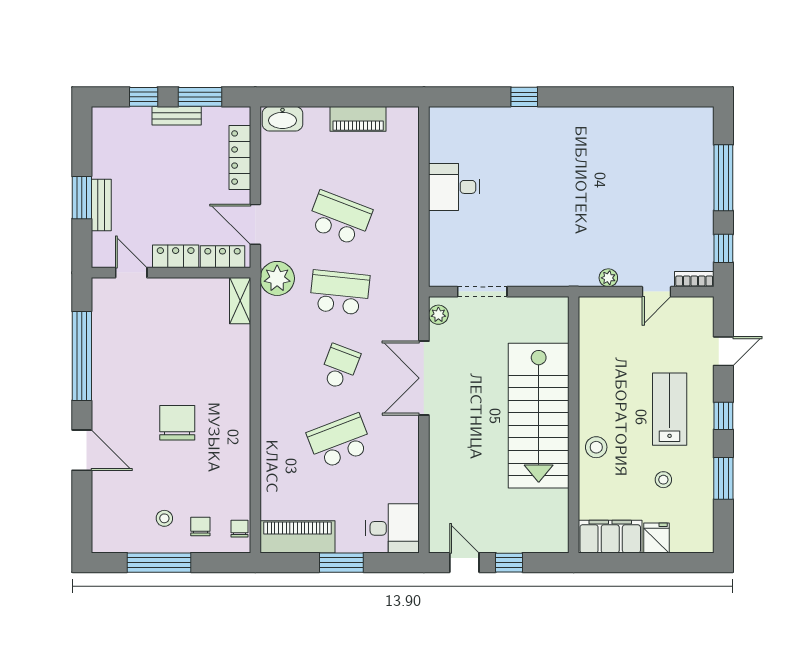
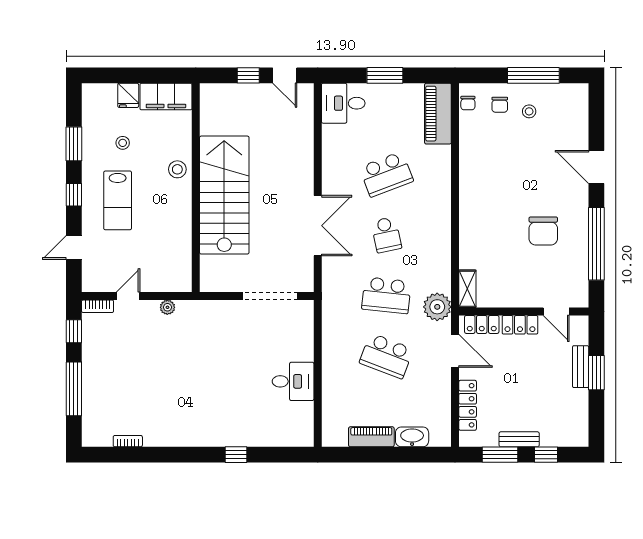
bookcase: (657, 113) -> (128, 441), added
washbasin: (283, 119) -> (412, 437), moved
doorway: (482, 292) -> (270, 296), width x1.36
plant: (438, 315) -> (306, 277), removed
school desk: (340, 367) -> (386, 235), turned -33
chair: (177, 423) -> (543, 231), moved
piano: (297, 537) -> (438, 114), moved, turned 90

